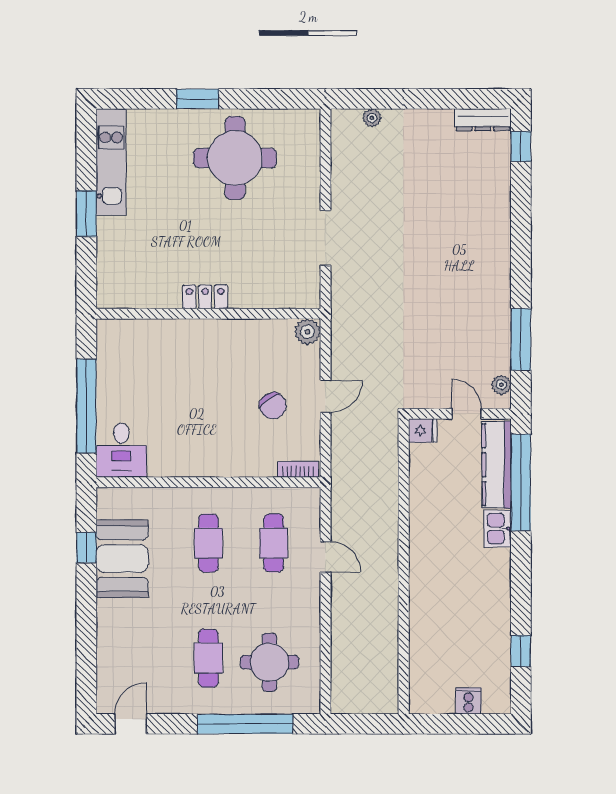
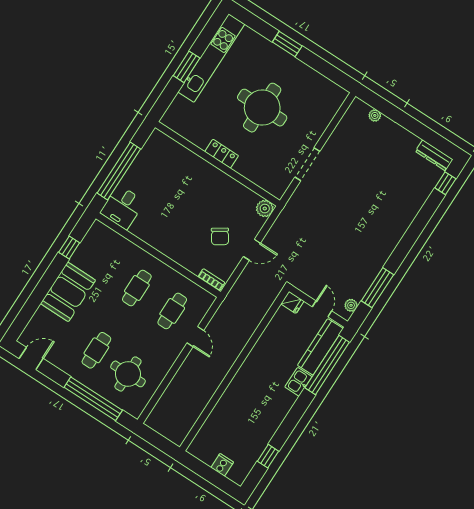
round table: (235, 158) -> (262, 108), moved
kitchen unit: (111, 162) -> (211, 58), width x1.36
booth: (122, 559) -> (68, 292), moved

